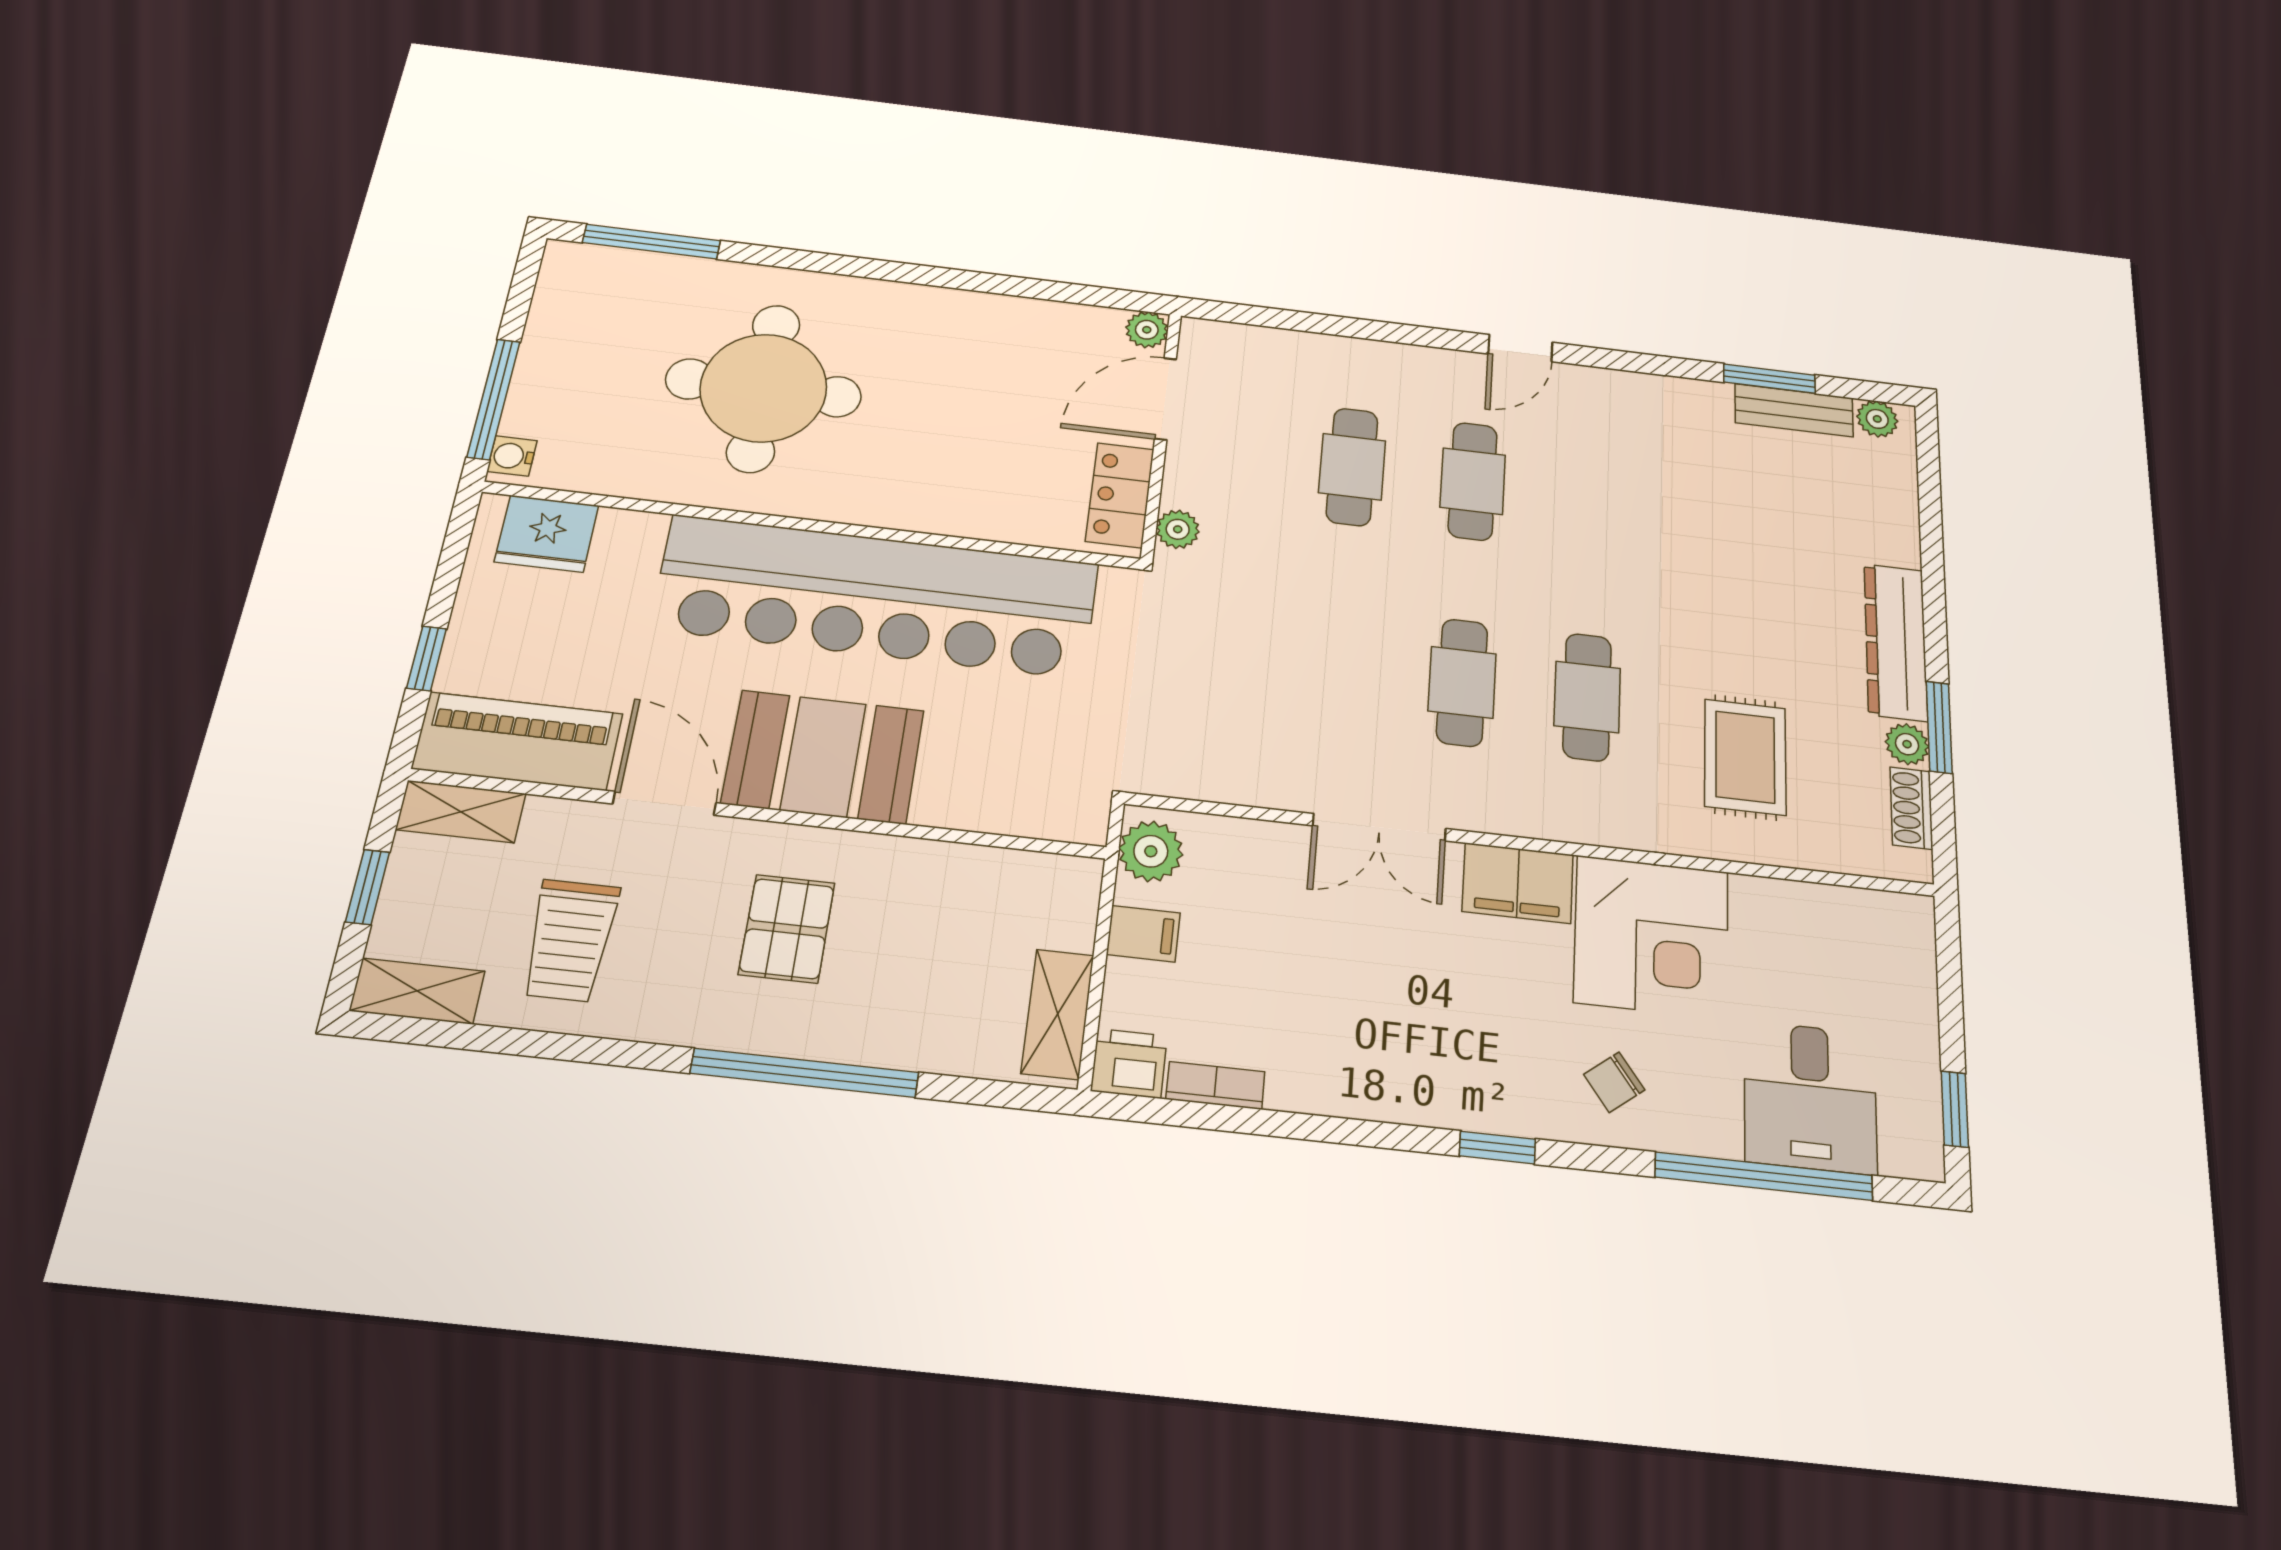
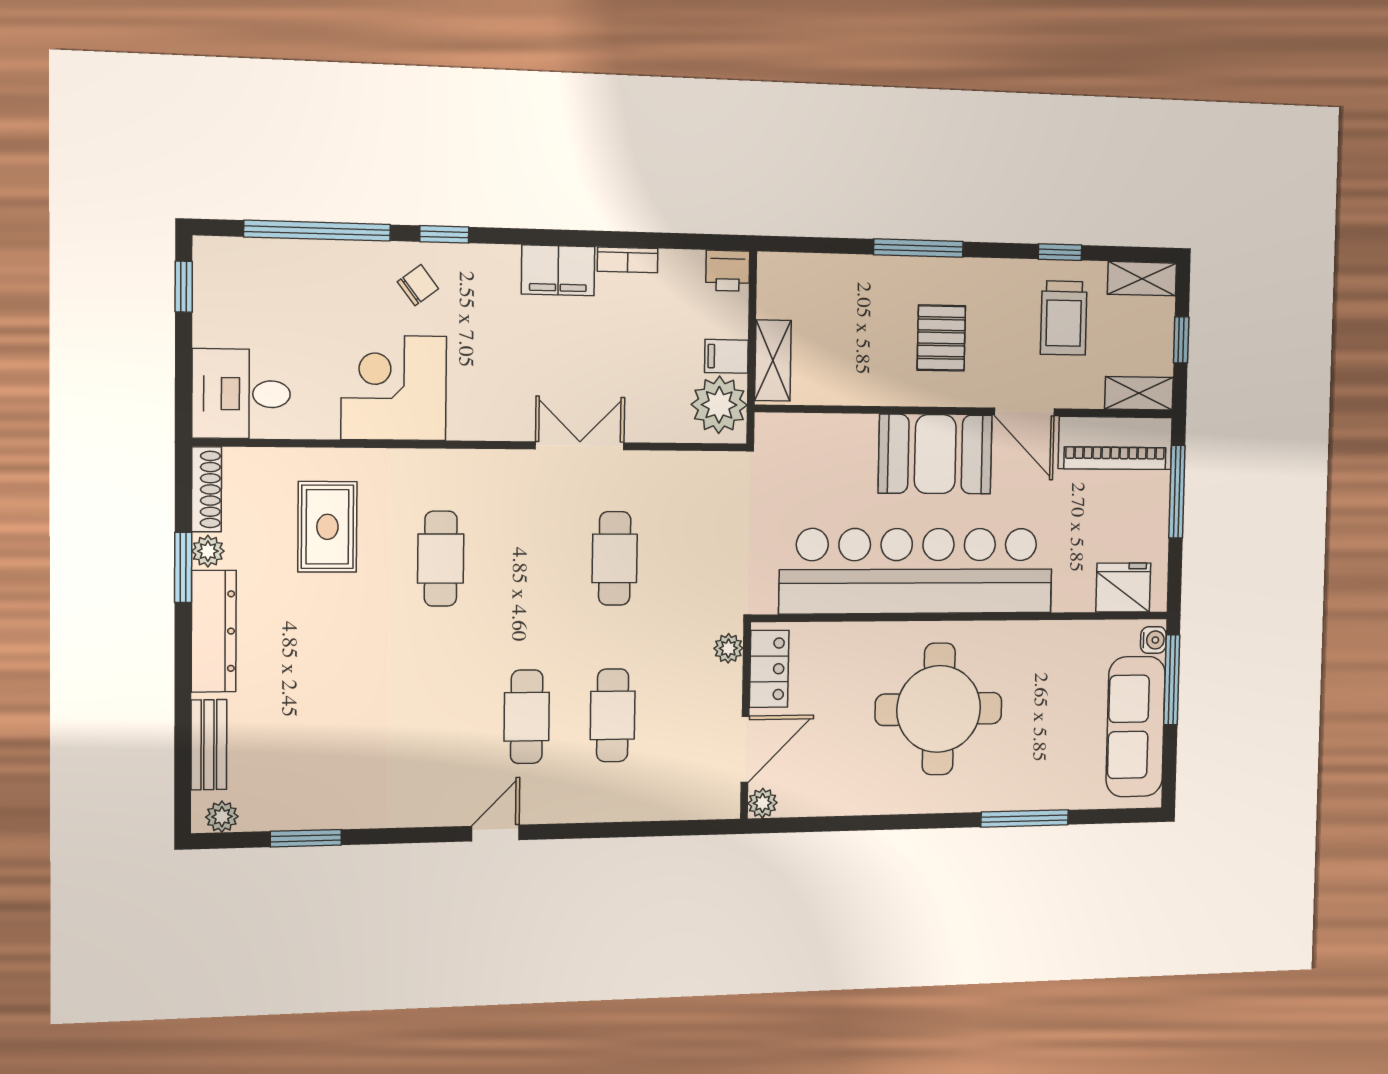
window: (652, 242) -> (1025, 819), moved
sofa: (565, 346) -> (1136, 727), added
round table: (763, 388) -> (939, 709), moved
bench: (1794, 410) -> (209, 745), moved, turned 90
window: (427, 658) -> (1177, 492), width x2.17
cafe table: (1462, 682) -> (615, 558), moved
shoe rack: (1911, 808) -> (206, 489), width x1.43
plant: (1151, 851) -> (719, 405), width x1.36, depth x1.36
filing cabinet: (1518, 883) -> (558, 270), moved, turned 180
trolley: (570, 940) -> (1064, 318), turned 180
shelving: (1058, 1014) -> (773, 360), moved
window: (557, 1046) -> (1060, 252), added
window: (805, 1073) -> (919, 248), width x0.68
bookcase: (1215, 1085) -> (628, 260), moved
desk: (1810, 1097) -> (241, 394), moved, turned -90
window: (1497, 1148) -> (444, 234), moved

